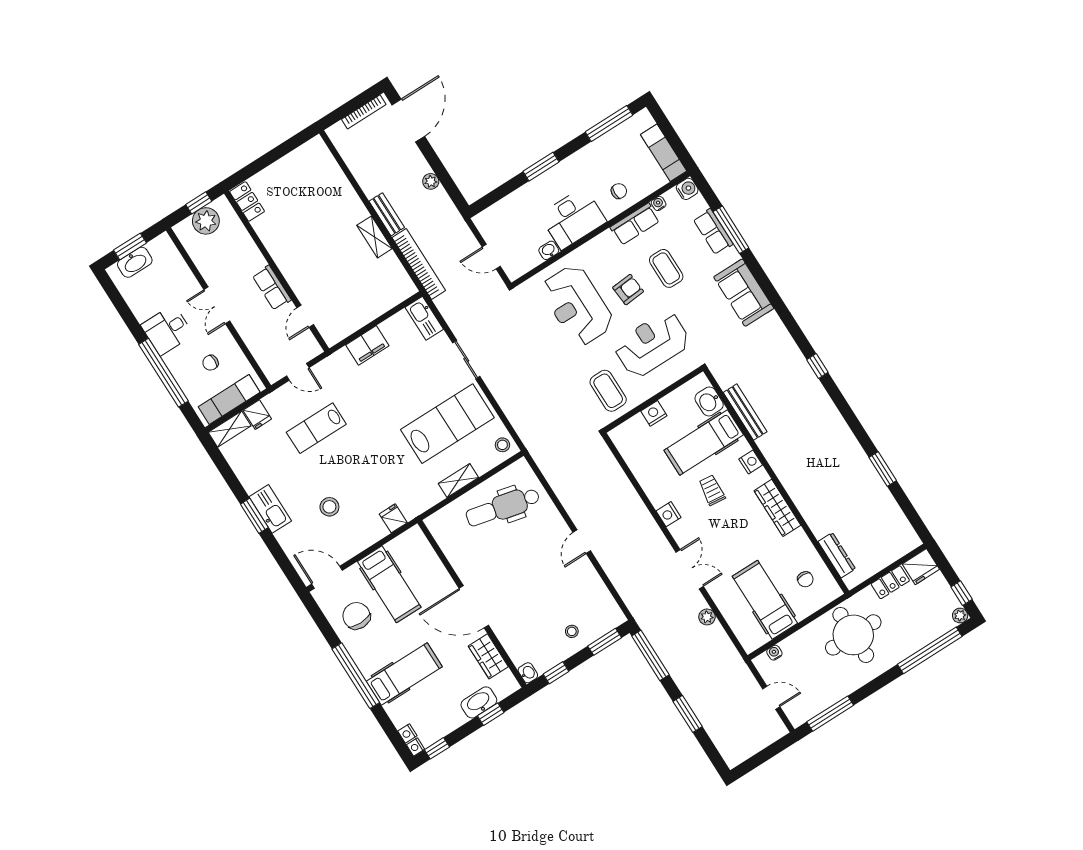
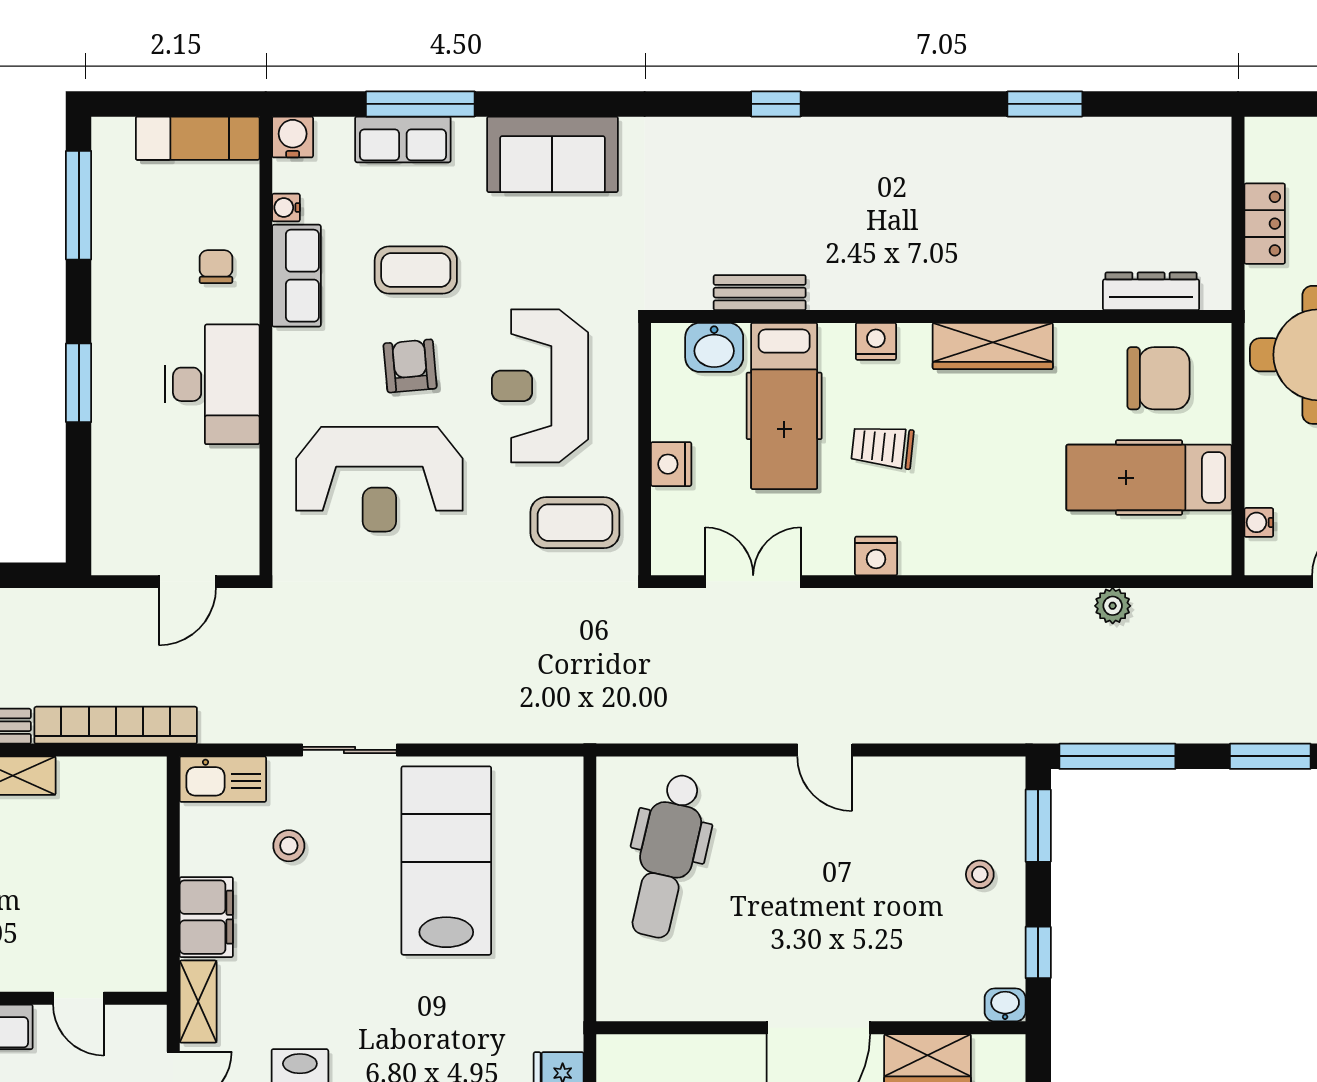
washbasin: (549, 250) -> (244, 467), removed
bench: (745, 412) -> (760, 293), width x0.73
stool: (502, 445) -> (289, 846), moved
shelving: (458, 480) -> (198, 1002), moved
fridge: (921, 567) -> (1272, 148), removed
double door: (690, 569) -> (753, 582), moved
chair: (805, 579) -> (1159, 378), width x1.87, depth x1.87

